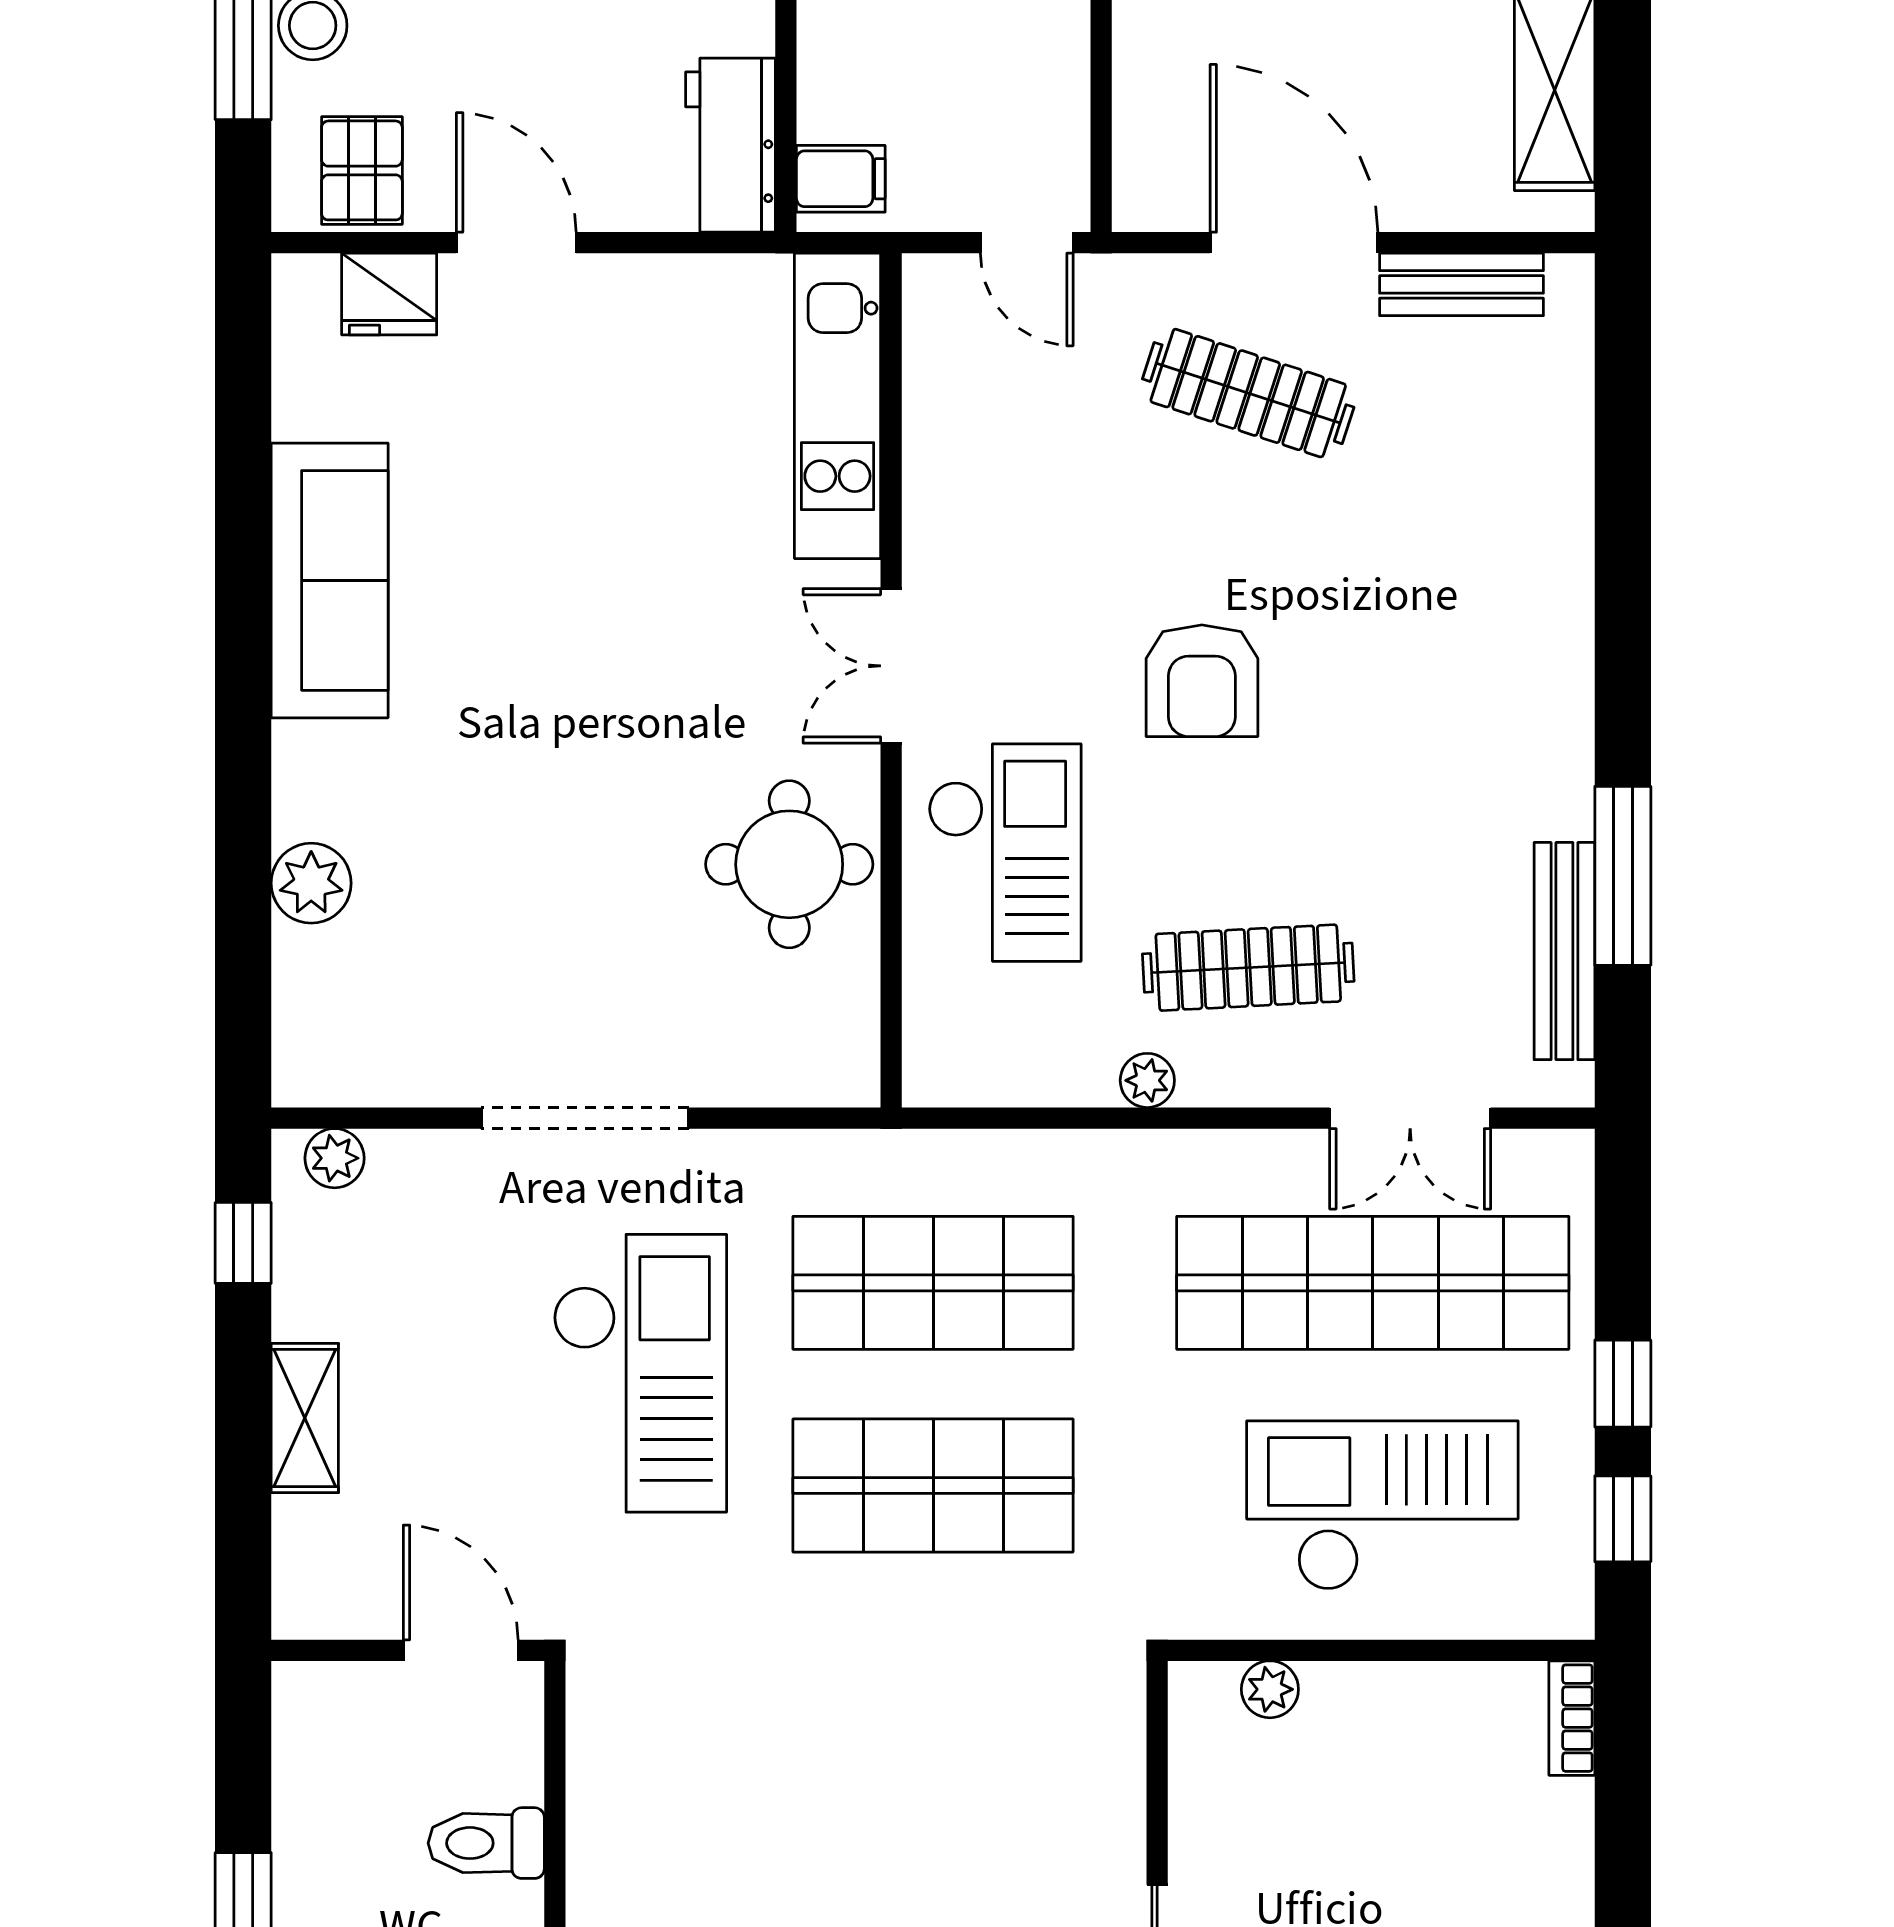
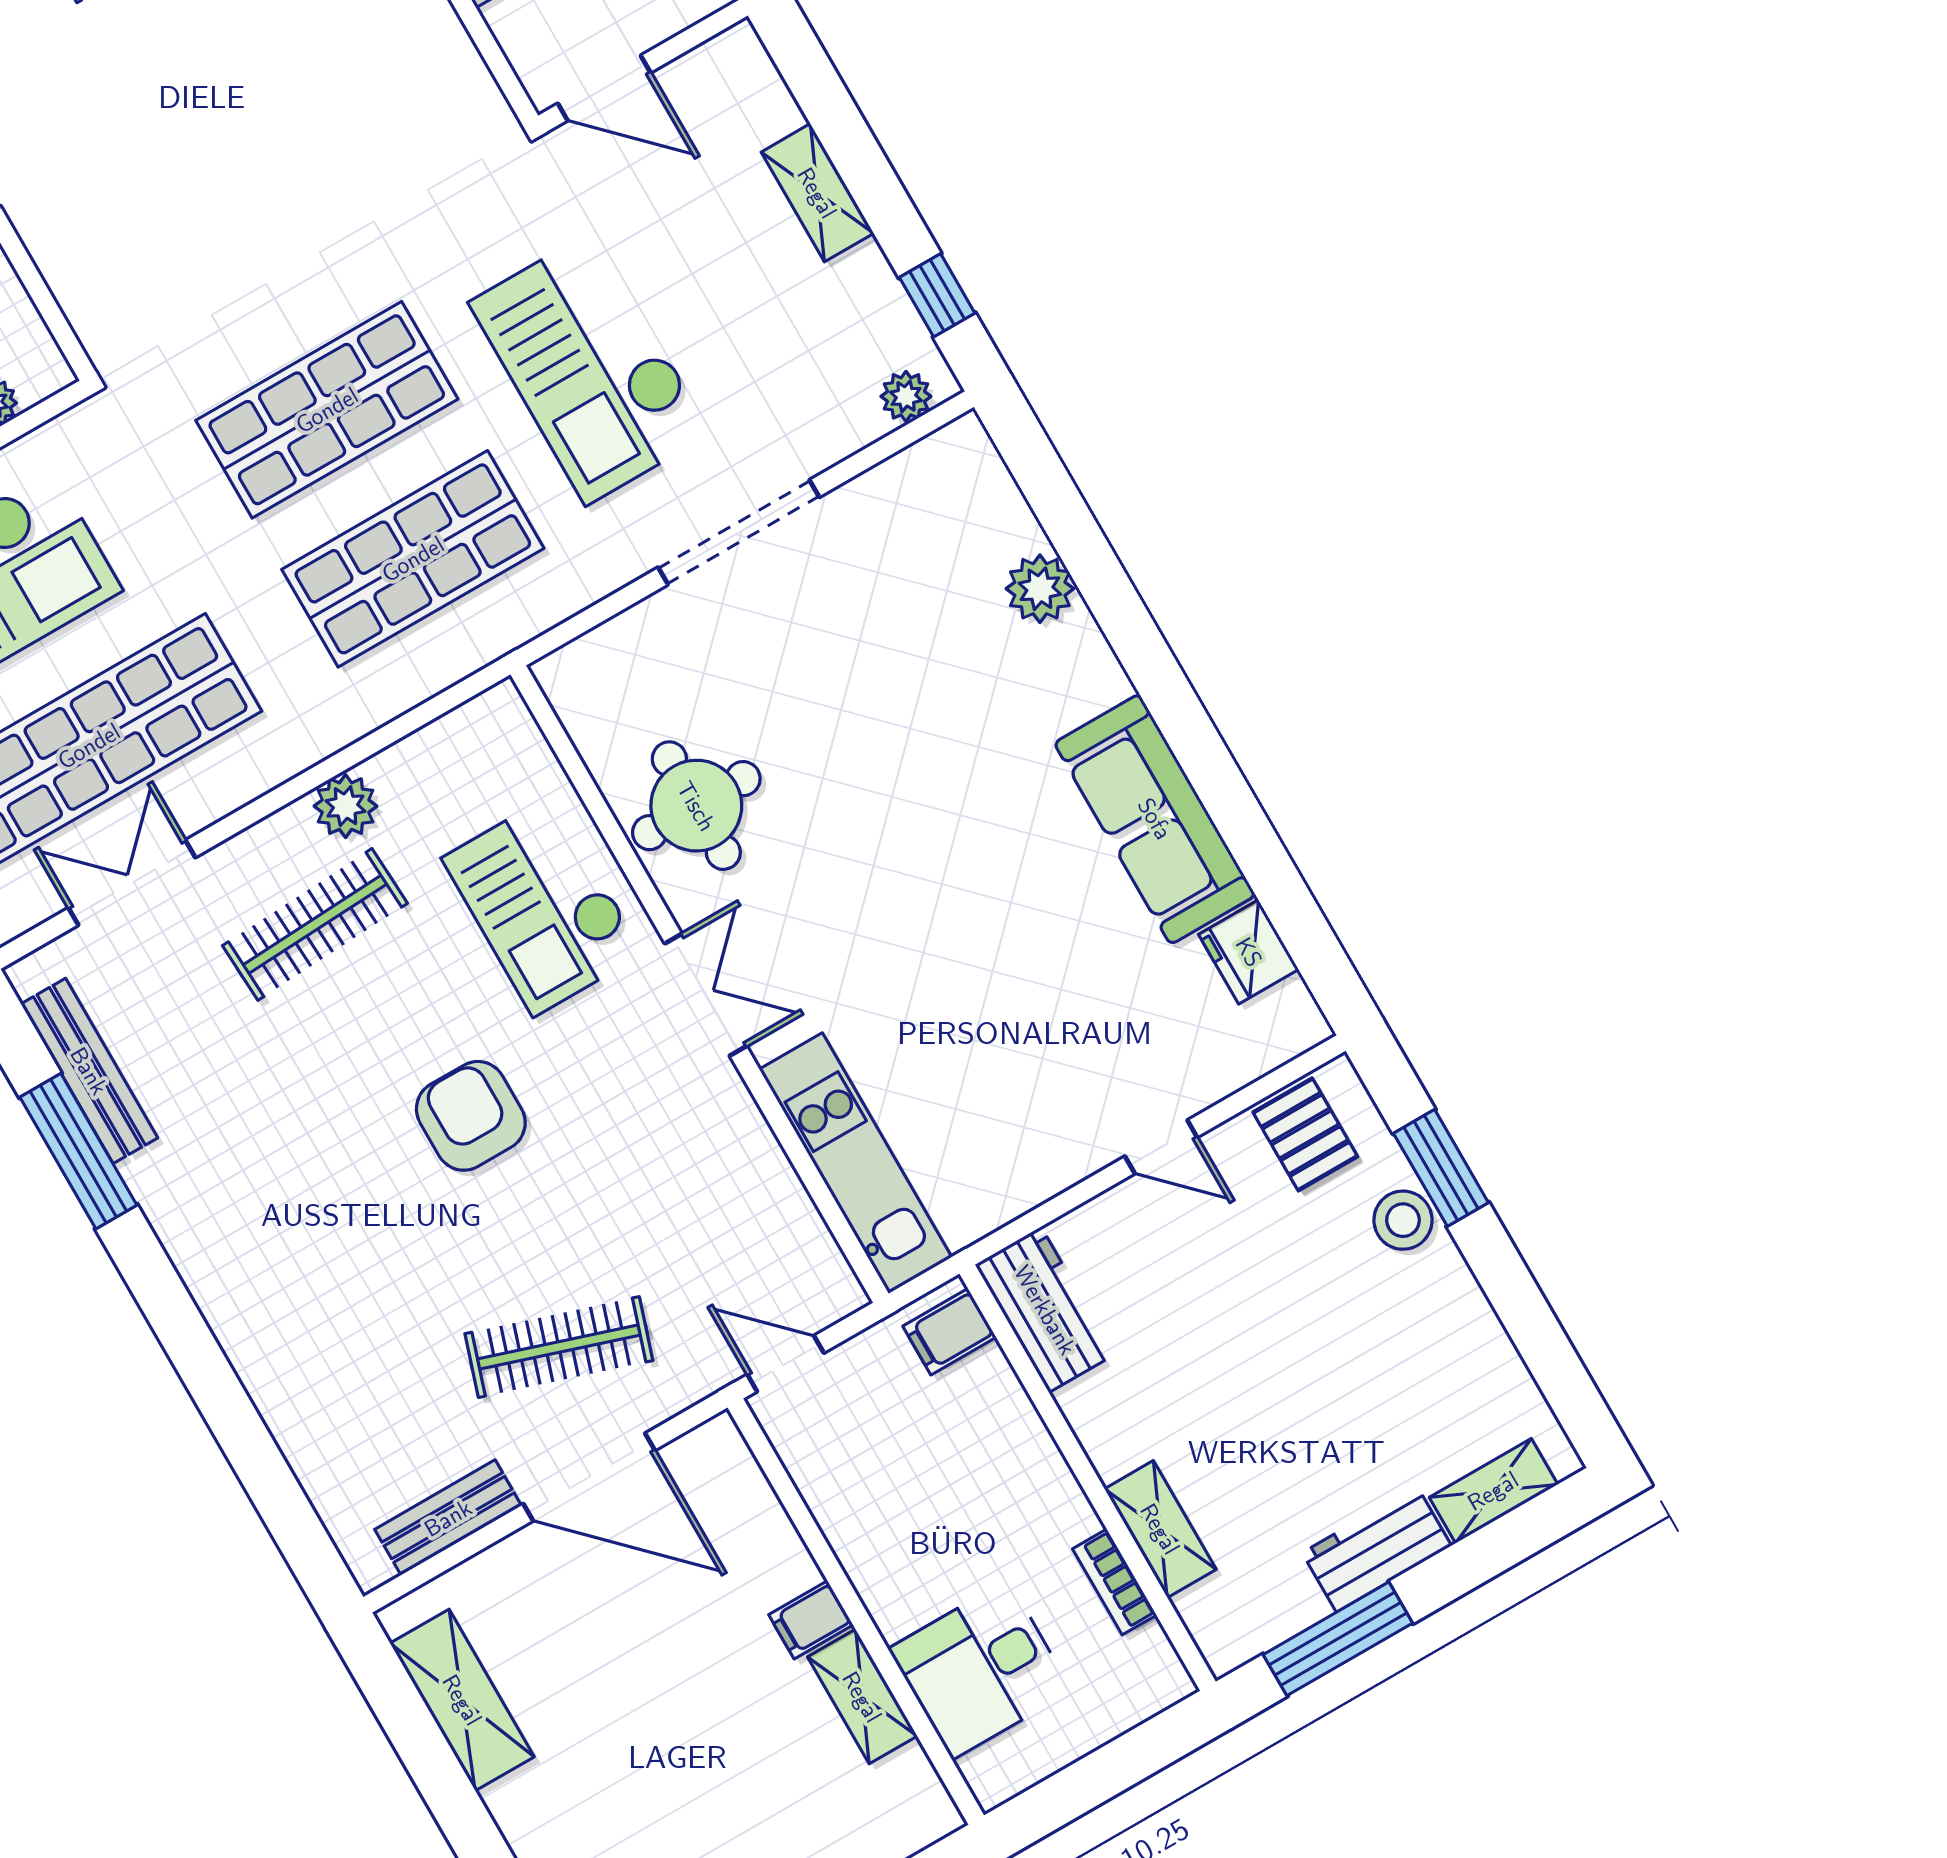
door: (516, 243) -> (1161, 1147), width x0.73
fridge: (389, 294) -> (1249, 952), moved, turned -90
plant: (1147, 1080) -> (346, 806), width x1.38, depth x1.38

